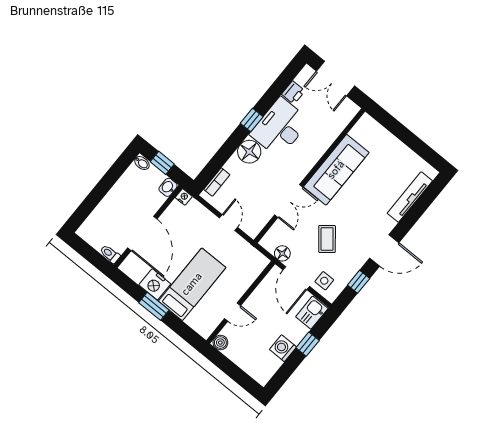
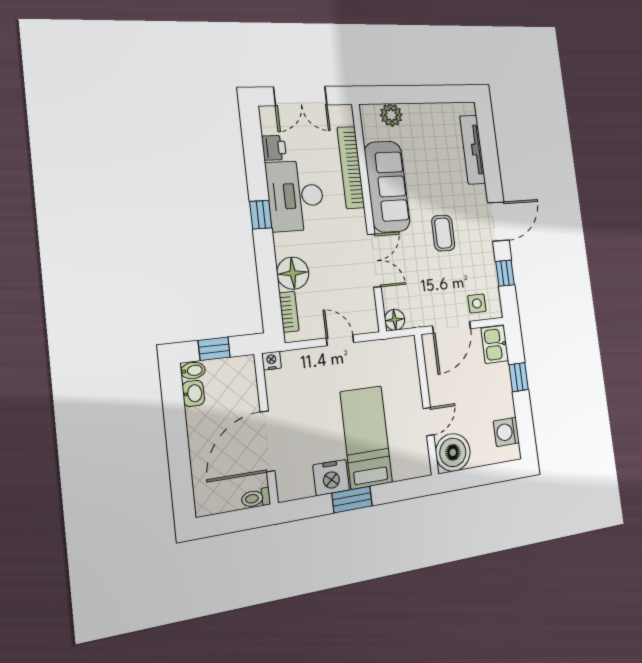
plant: (379, 134) -> (391, 115), added
bookcase: (326, 141) -> (351, 168), added
floor lamp: (249, 152) -> (293, 273), moved
washbasin: (168, 187) -> (193, 393), moved, turned 180
door: (142, 233) -> (268, 441), swing flipped
coffee table: (327, 239) -> (443, 233), moved, turned 39
floor lamp: (282, 253) -> (395, 320), moved
door: (296, 278) -> (452, 327), hinge flipped
boiler: (220, 343) -> (453, 452), width x1.86, depth x1.86
washing machine: (283, 348) -> (506, 432), moved

